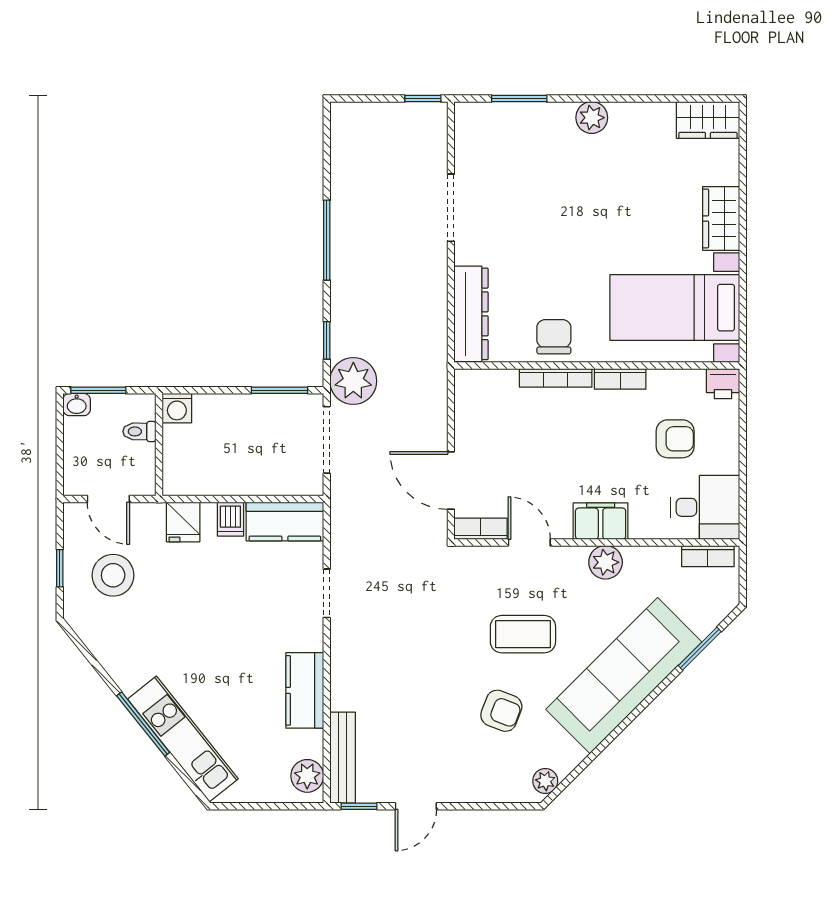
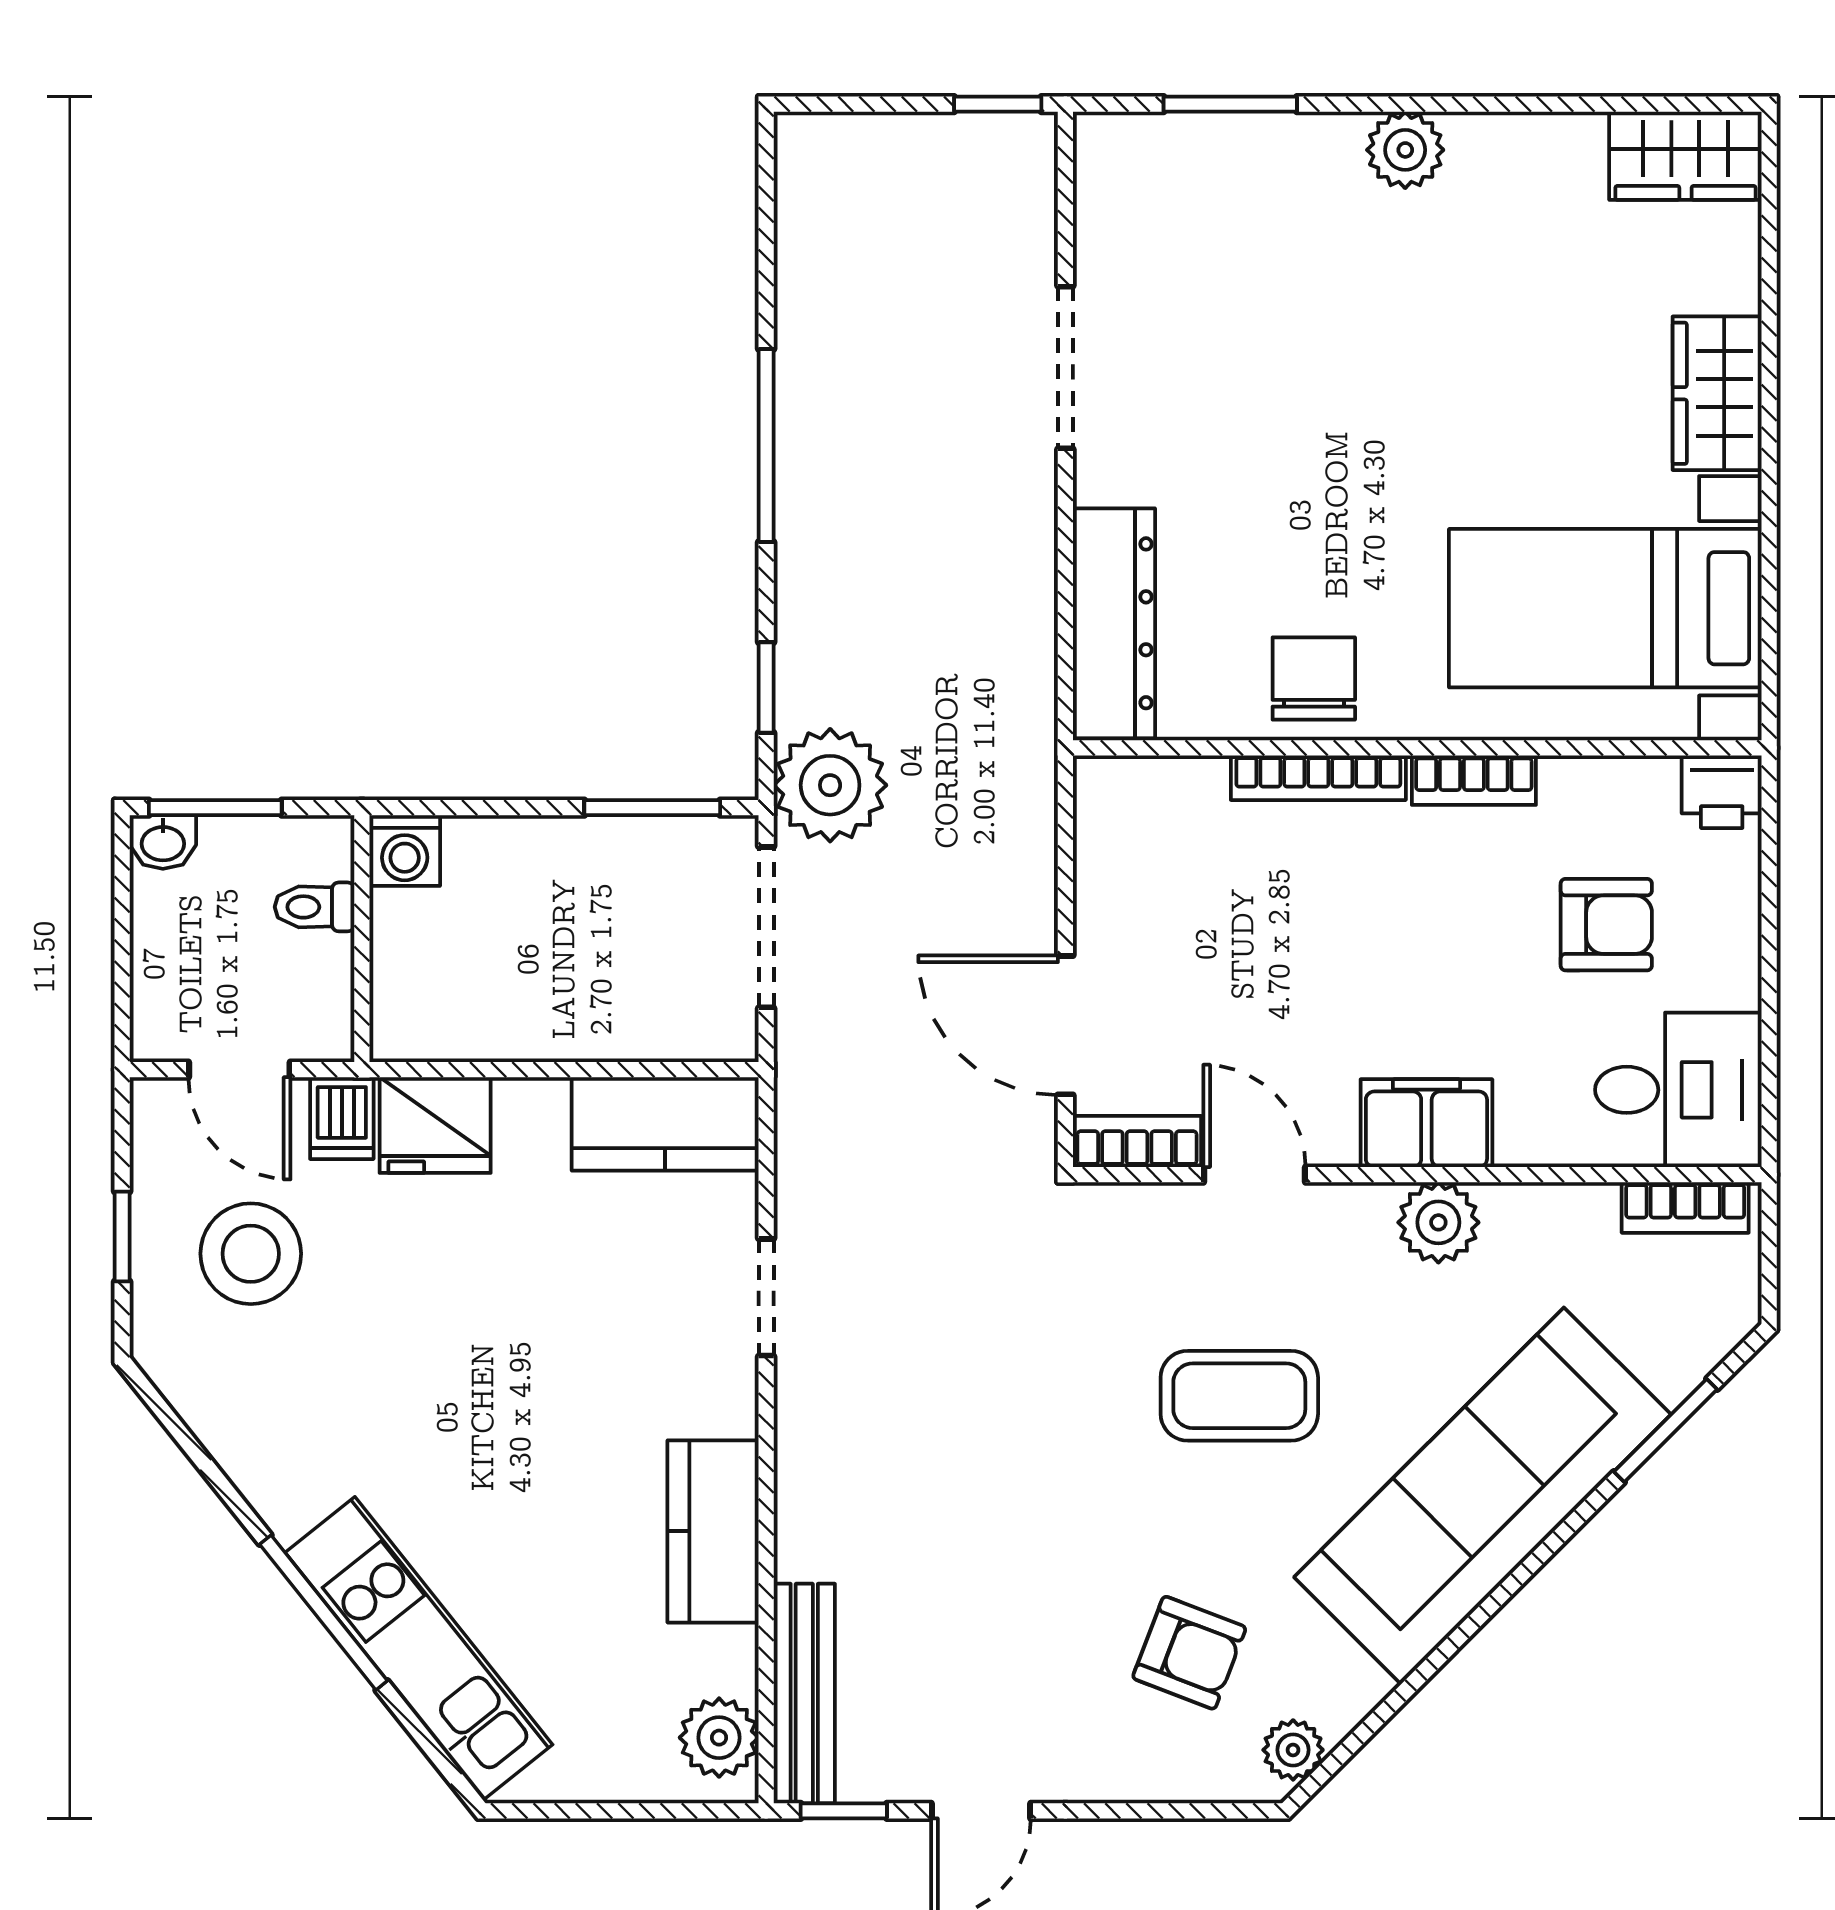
dishwasher: (230, 519) -> (342, 1118), moved
fridge: (183, 522) -> (435, 1125), width x1.38
armchair: (501, 711) -> (1189, 1653), moved

